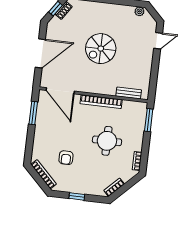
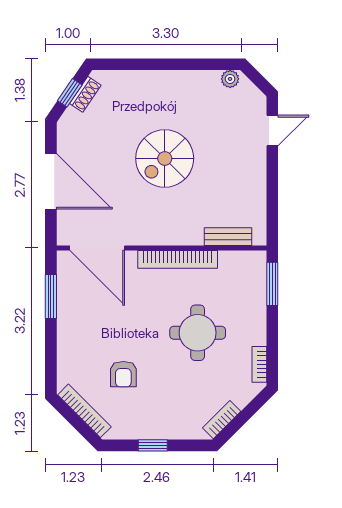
door: (40, 53) -> (51, 181), hinge flipped

